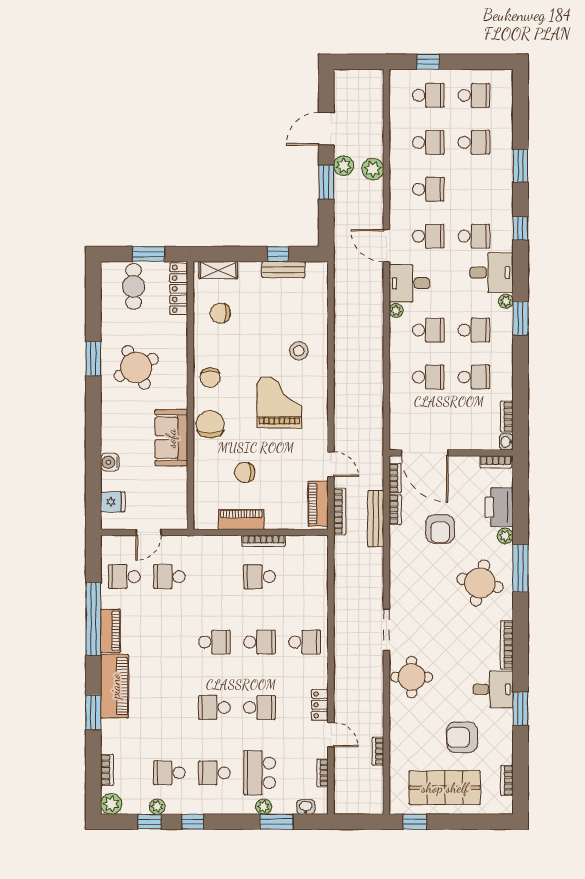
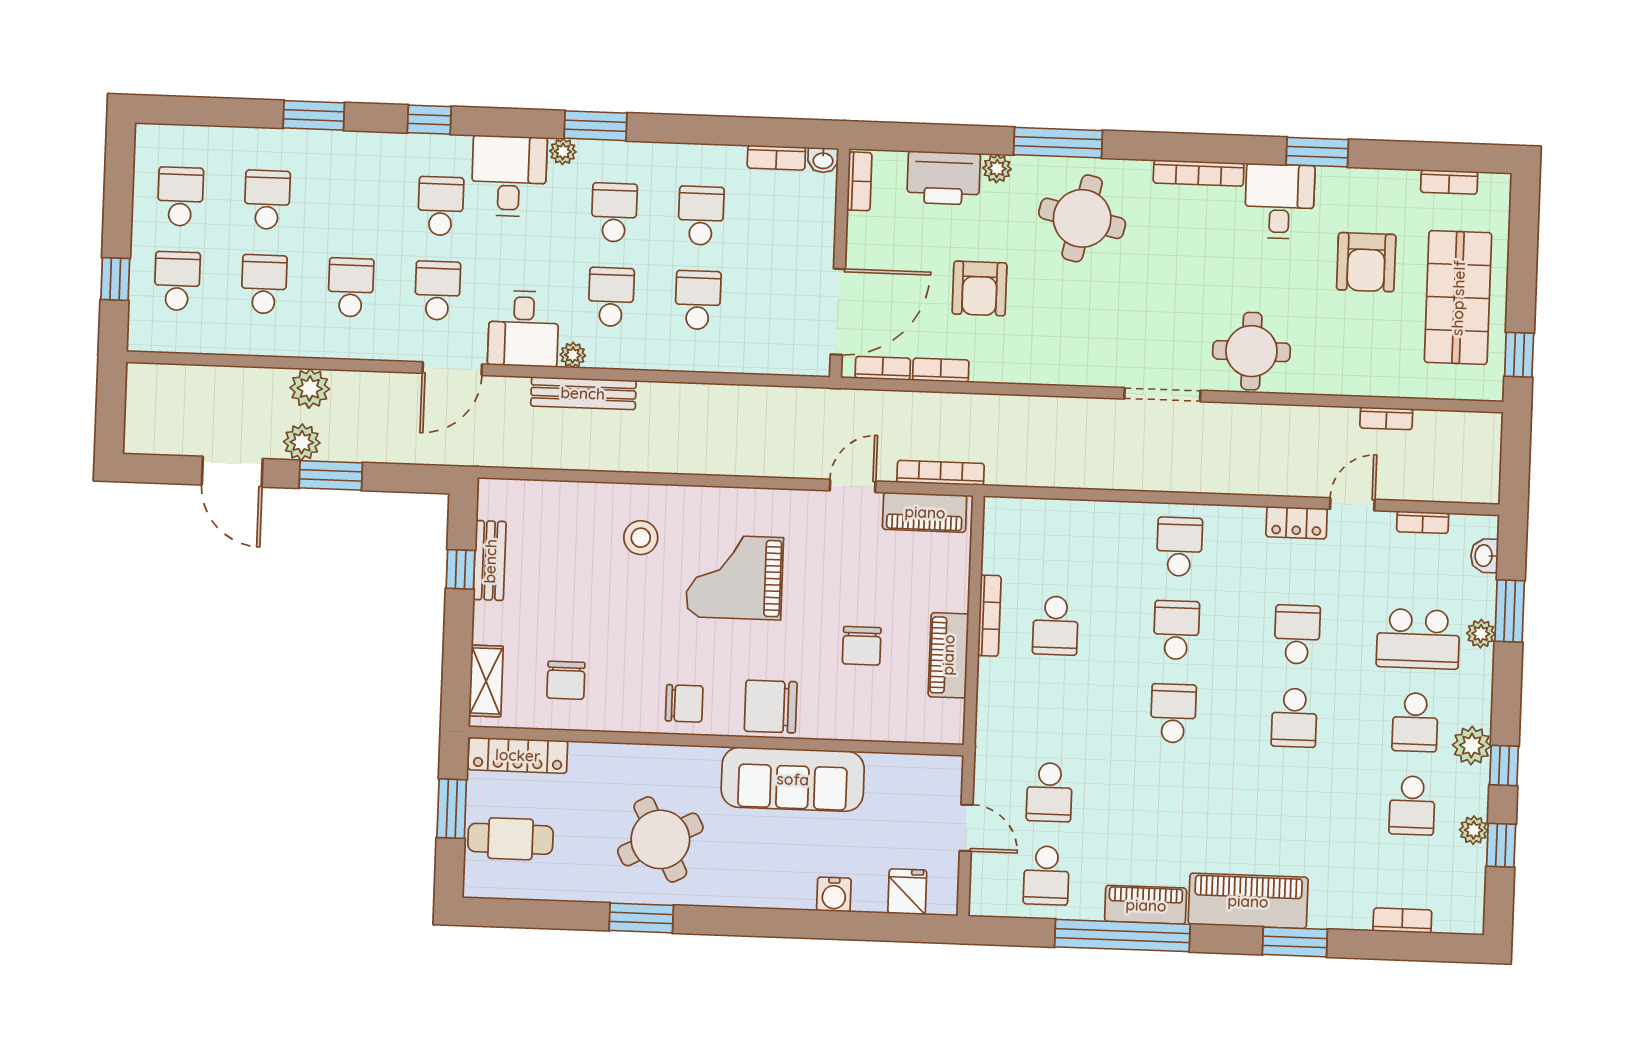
sofa: (171, 438) -> (793, 779), width x1.36
bench: (376, 519) -> (583, 393), moved
armchair: (440, 529) -> (980, 288), turned 90
plant: (111, 804) -> (1472, 746), moved

